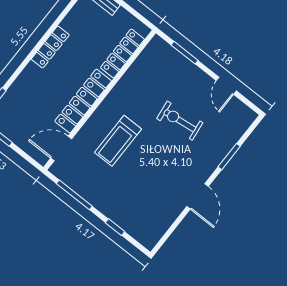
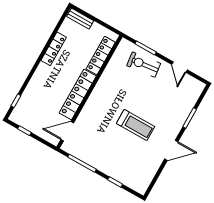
locker: (50, 47) -> (54, 49), moved
exercise bike: (180, 121) -> (144, 65), moved
treadmill: (118, 141) -> (136, 125), moved, turned -90
door: (198, 196) -> (171, 150), hinge flipped

